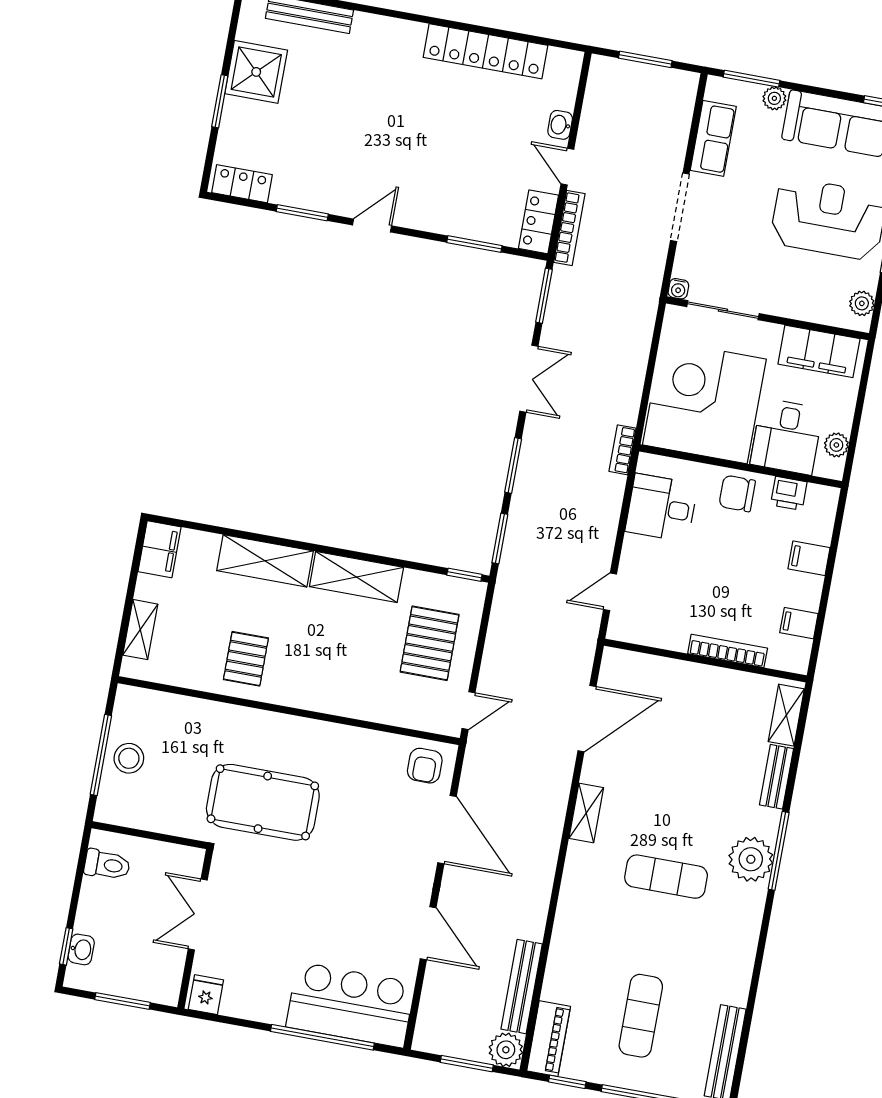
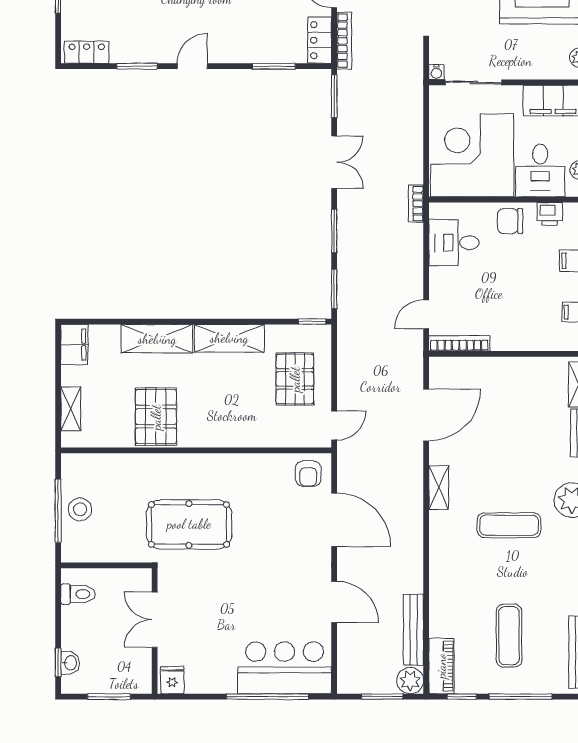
bookcase: (728, 651) -> (459, 343), moved
pallet: (246, 659) -> (156, 417), width x1.50, depth x1.42

